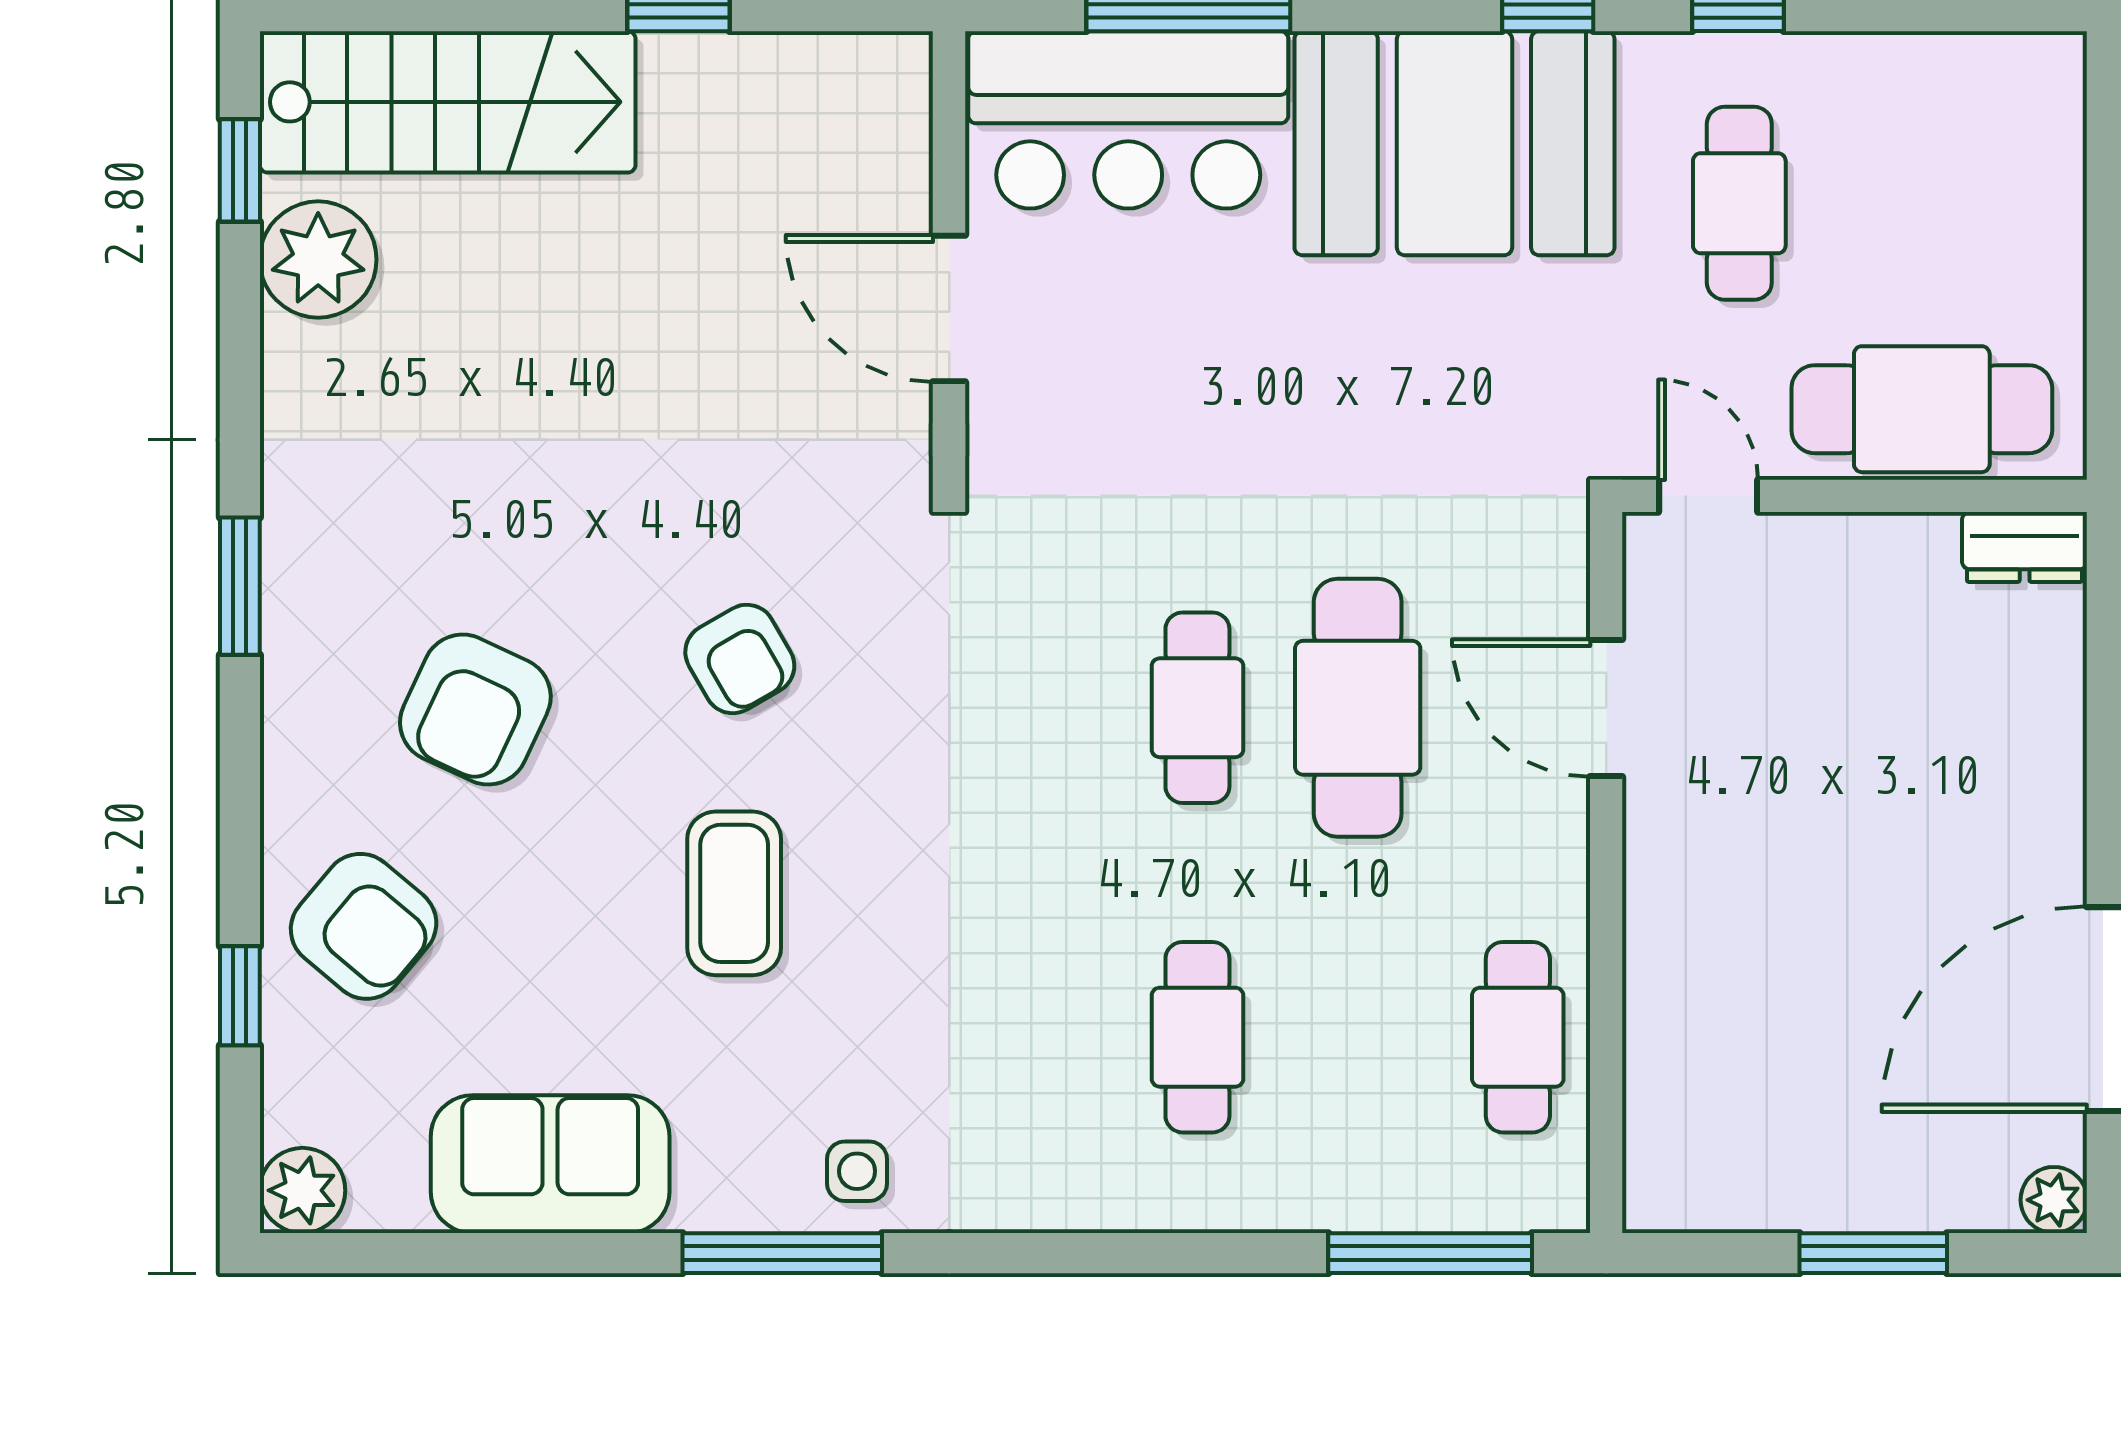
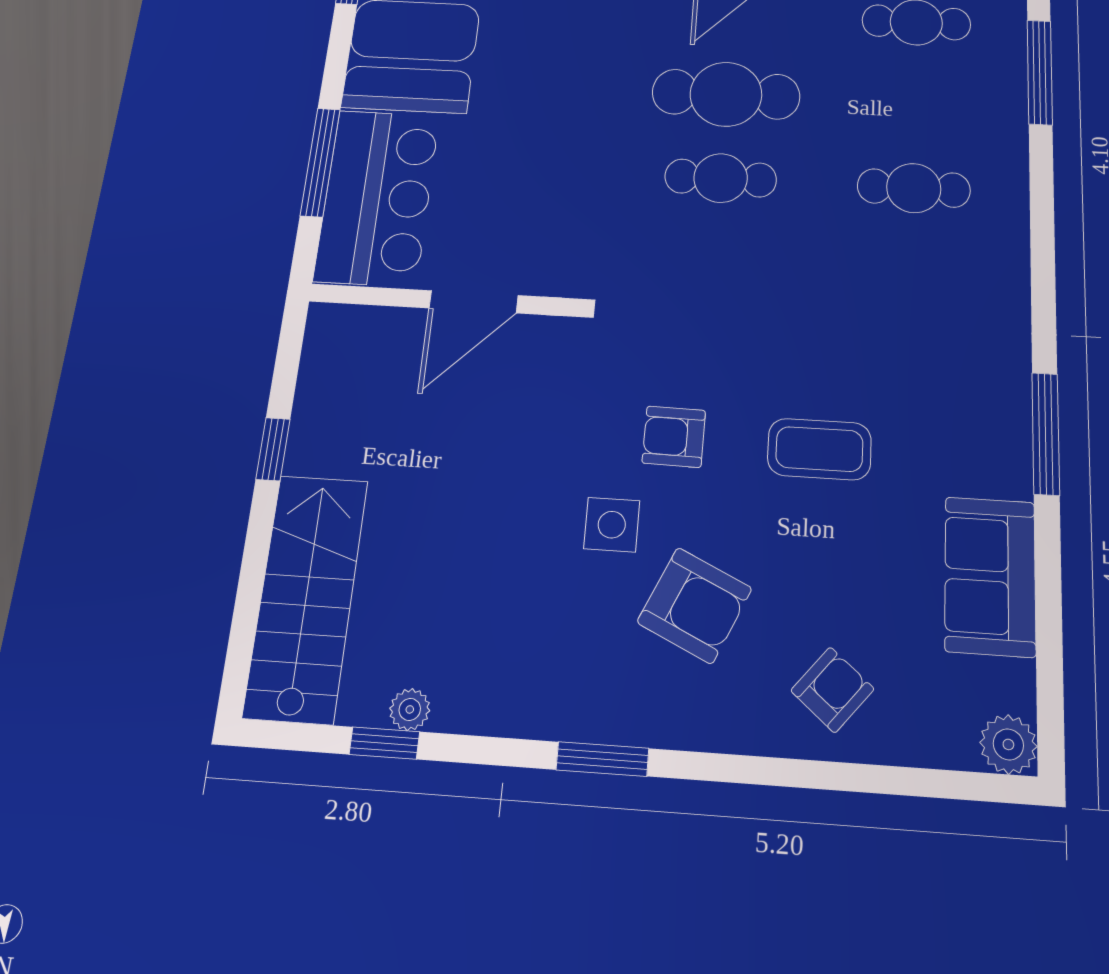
window: (240, 170) -> (384, 743), moved
plant: (318, 259) -> (410, 709), width x0.53, depth x0.53
armchair: (740, 659) -> (674, 437), turned -149
armchair: (364, 926) -> (832, 690), width x0.72, depth x0.72
window: (240, 996) -> (876, 779), removed
side table: (857, 1171) -> (612, 525), moved, width x1.37, depth x1.37

